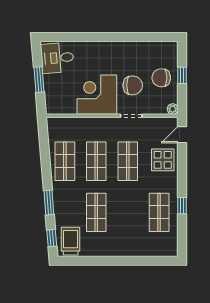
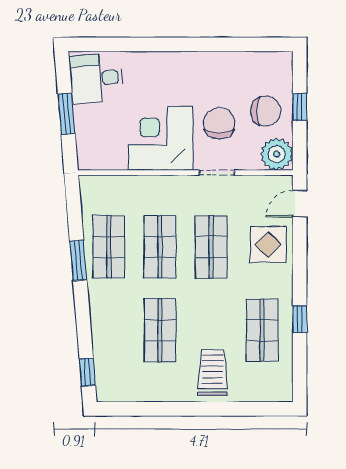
chair: (161, 78) -> (266, 111), turned 180
chair: (133, 85) -> (219, 123), turned -90
plant: (173, 109) -> (277, 154), width x1.88, depth x1.88
window: (49, 203) -> (78, 261), moved
trolley: (71, 241) -> (213, 372), moved

